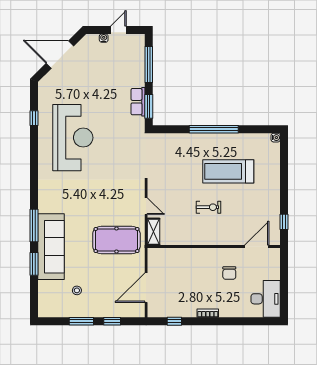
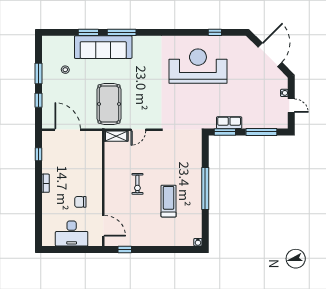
reception desk: (73, 138) -> (198, 66), turned 180
treadmill: (228, 171) -> (169, 201), width x0.73, depth x0.73
desk: (266, 299) -> (72, 233), moved

